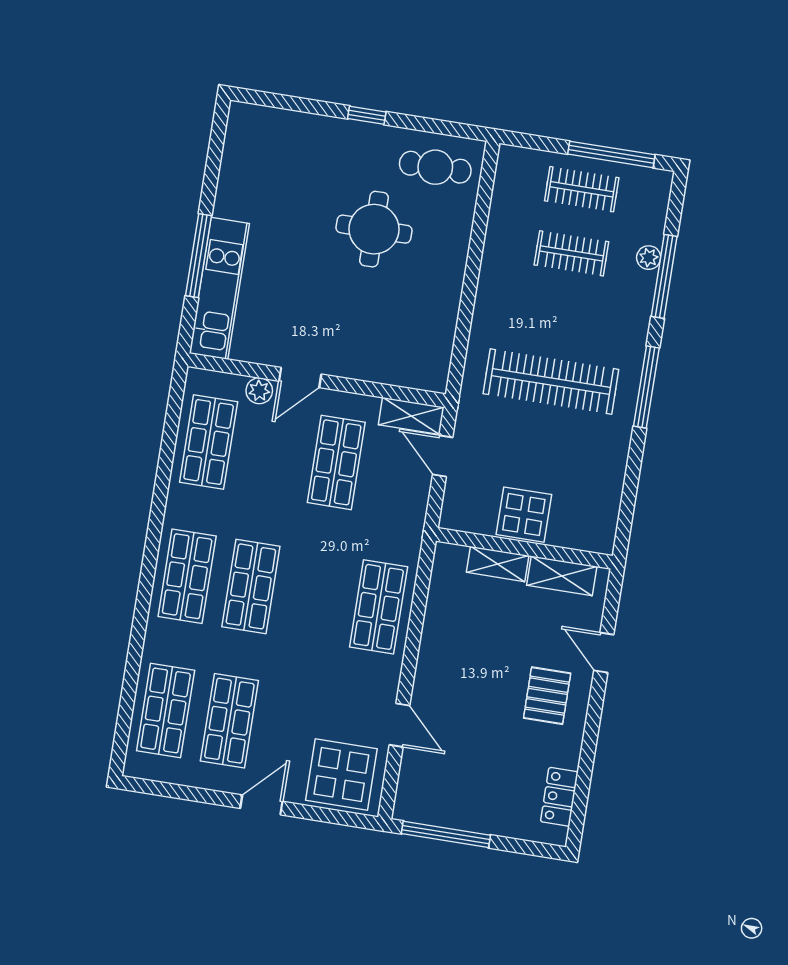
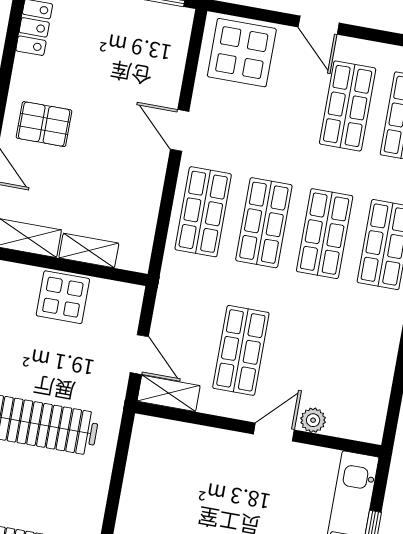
shop shelf: (209, 442) -> (264, 223), moved
pallet: (547, 696) -> (44, 124), turned 90
door: (400, 725) -> (180, 130), moved
door: (261, 805) -> (319, 25), hinge flipped

